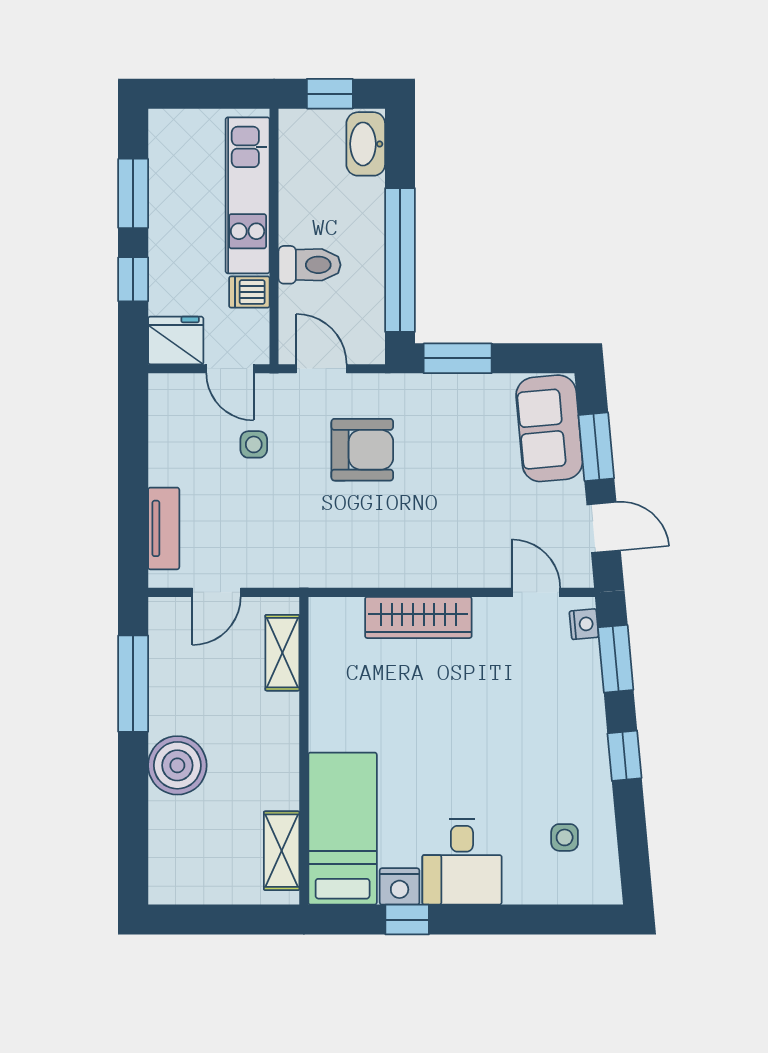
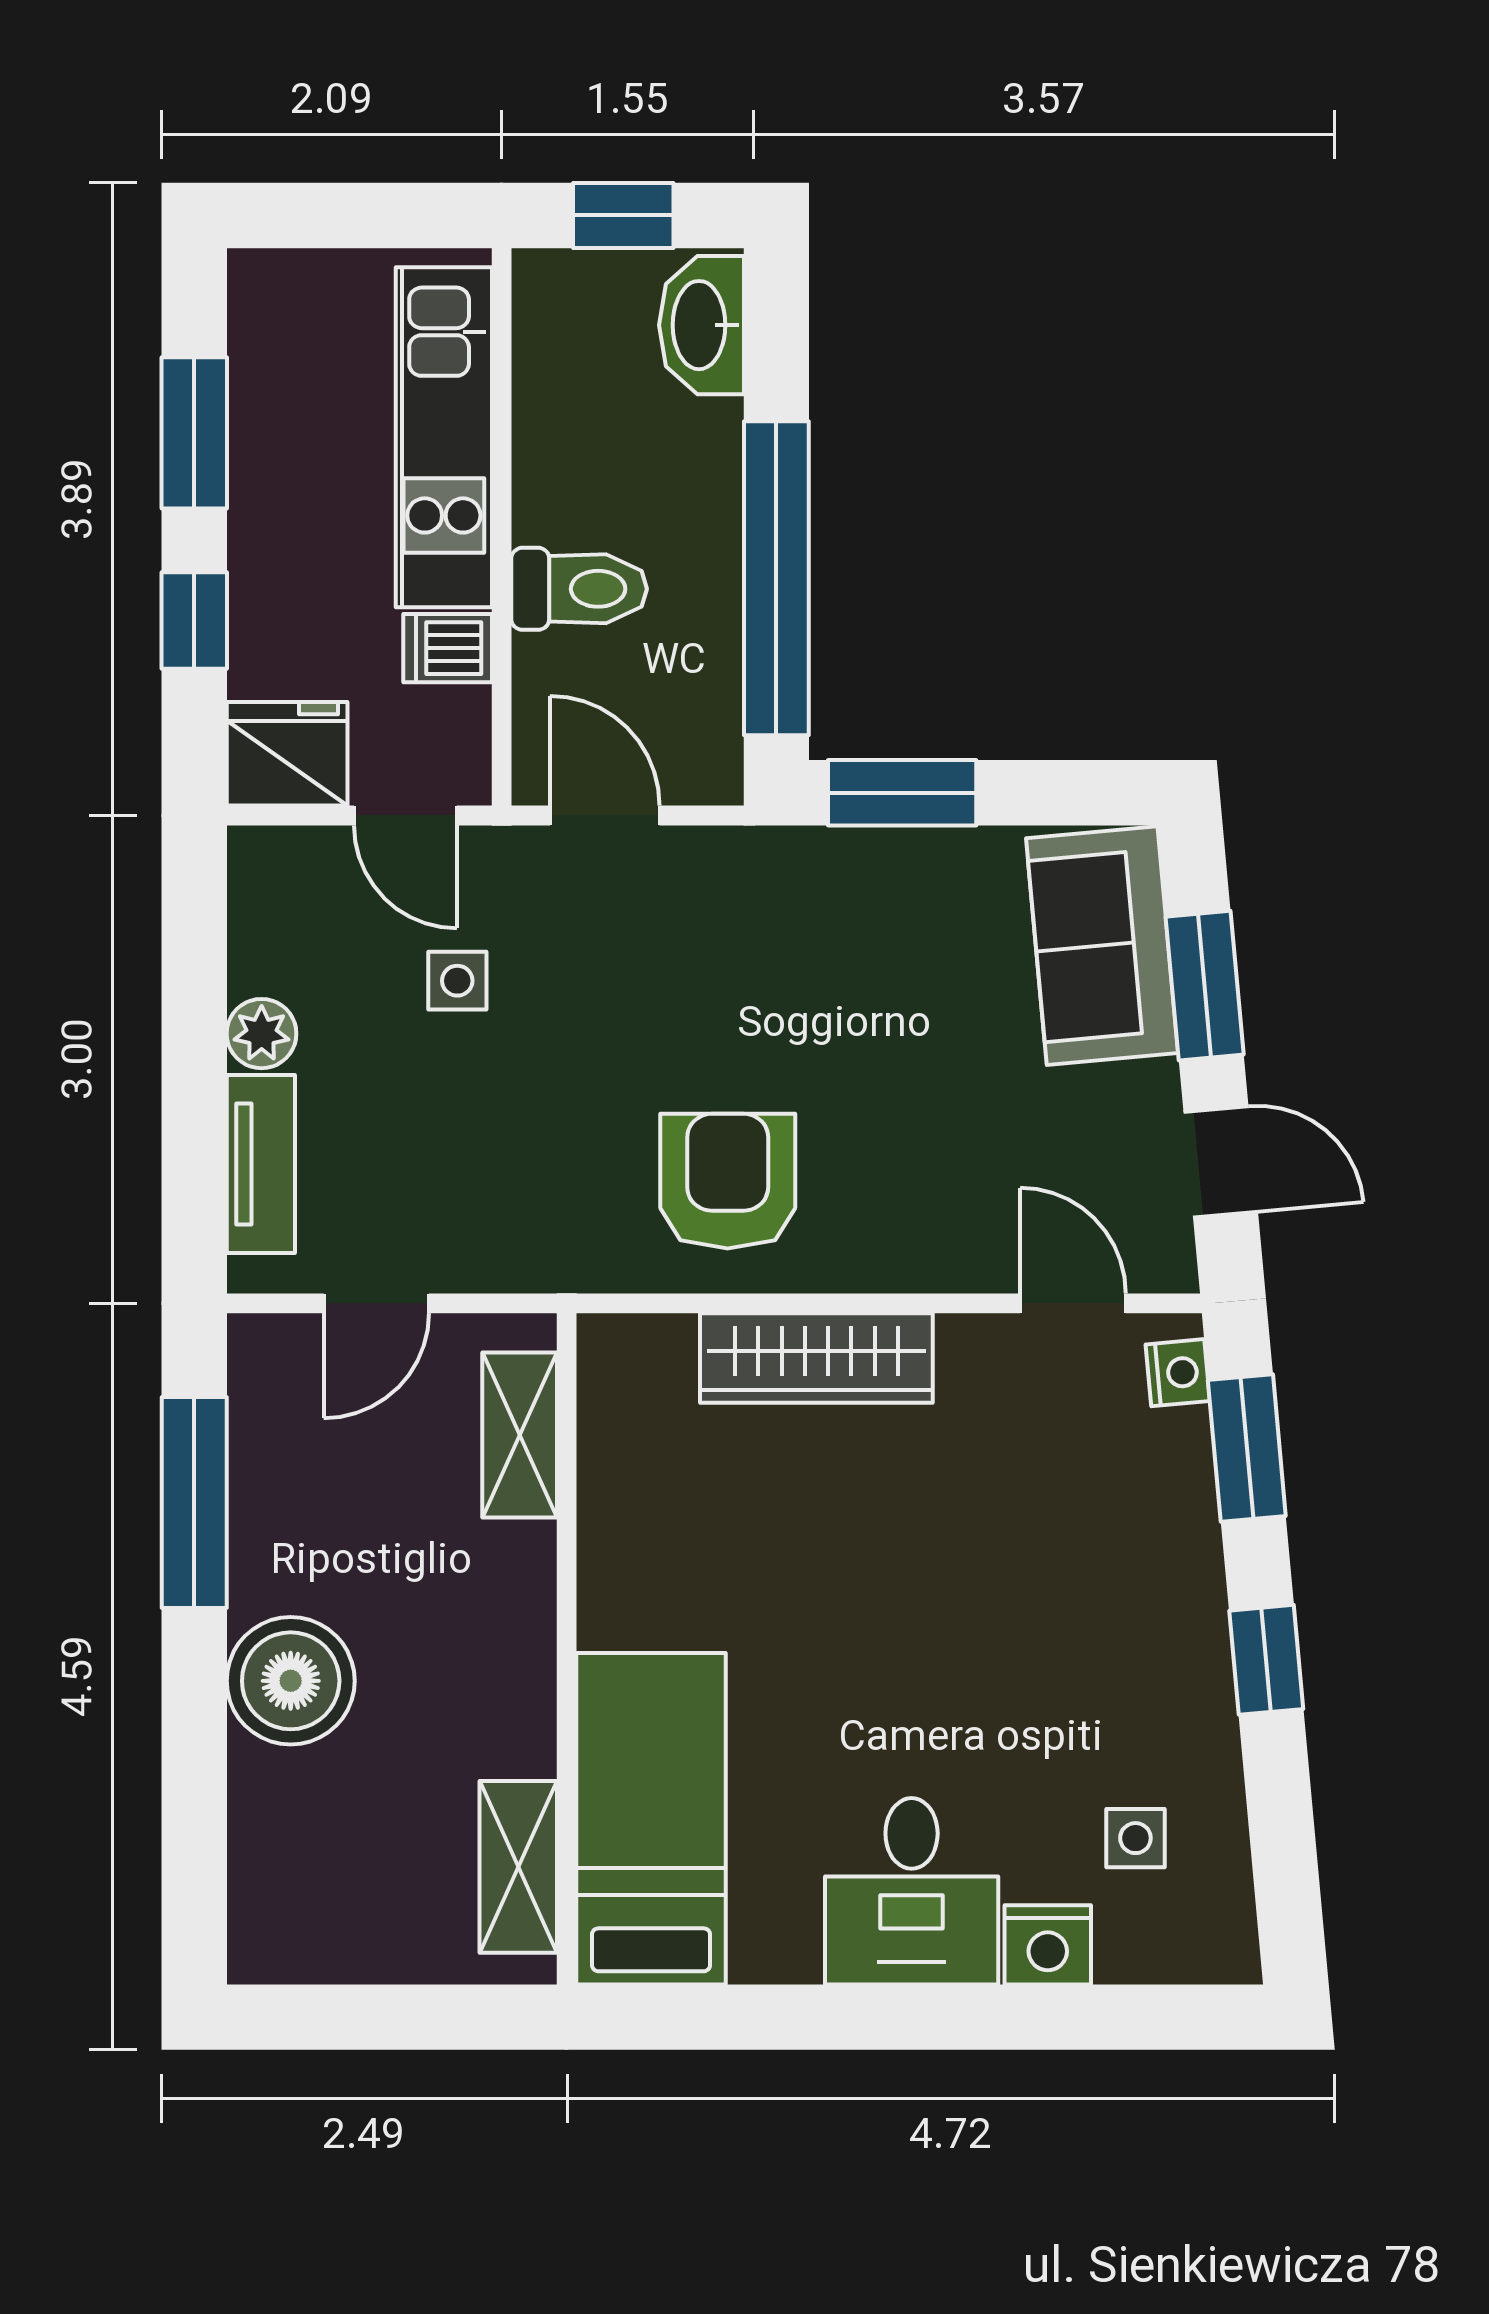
armchair: (362, 450) -> (728, 1181), moved, turned -90
plant: (164, 469) -> (262, 1034), added
nightstand: (400, 886) -> (1048, 1945), moved
window: (407, 920) -> (792, 2017), removed

